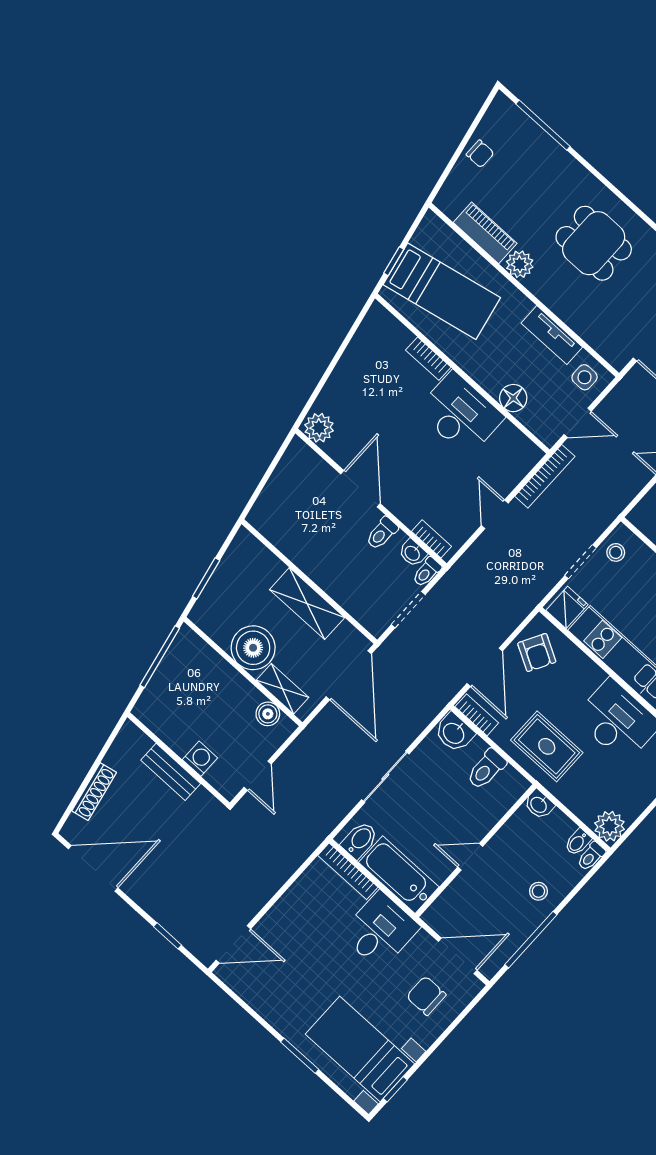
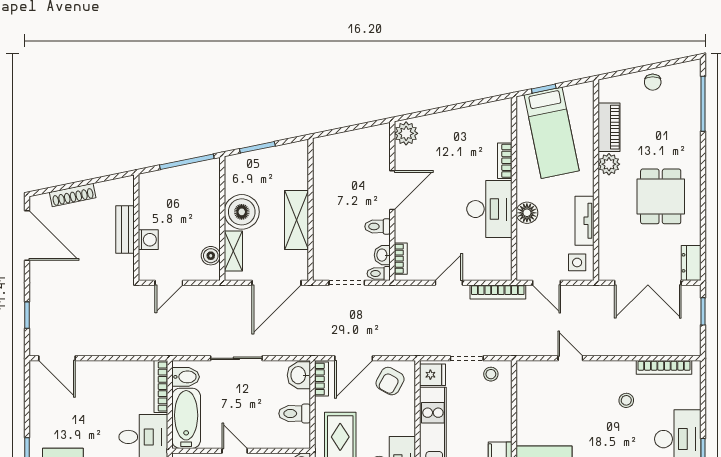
floor lamp: (513, 398) -> (527, 213), moved

